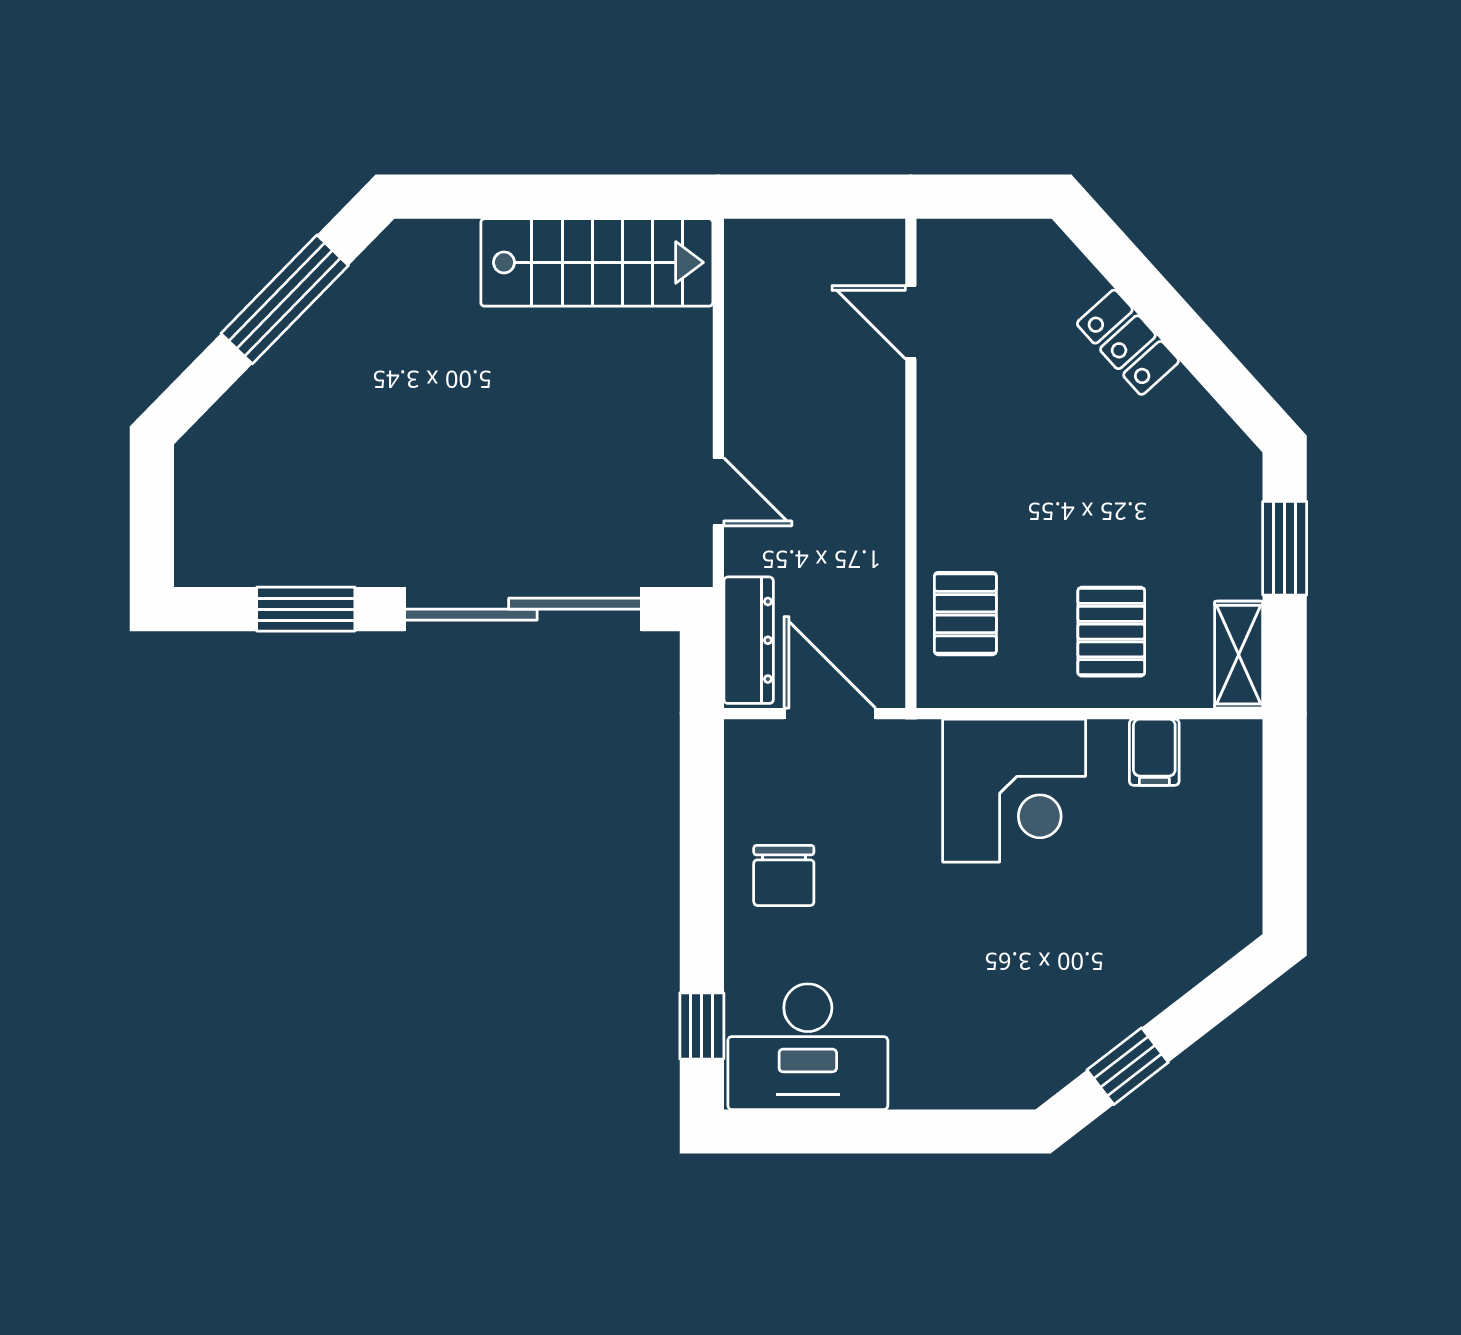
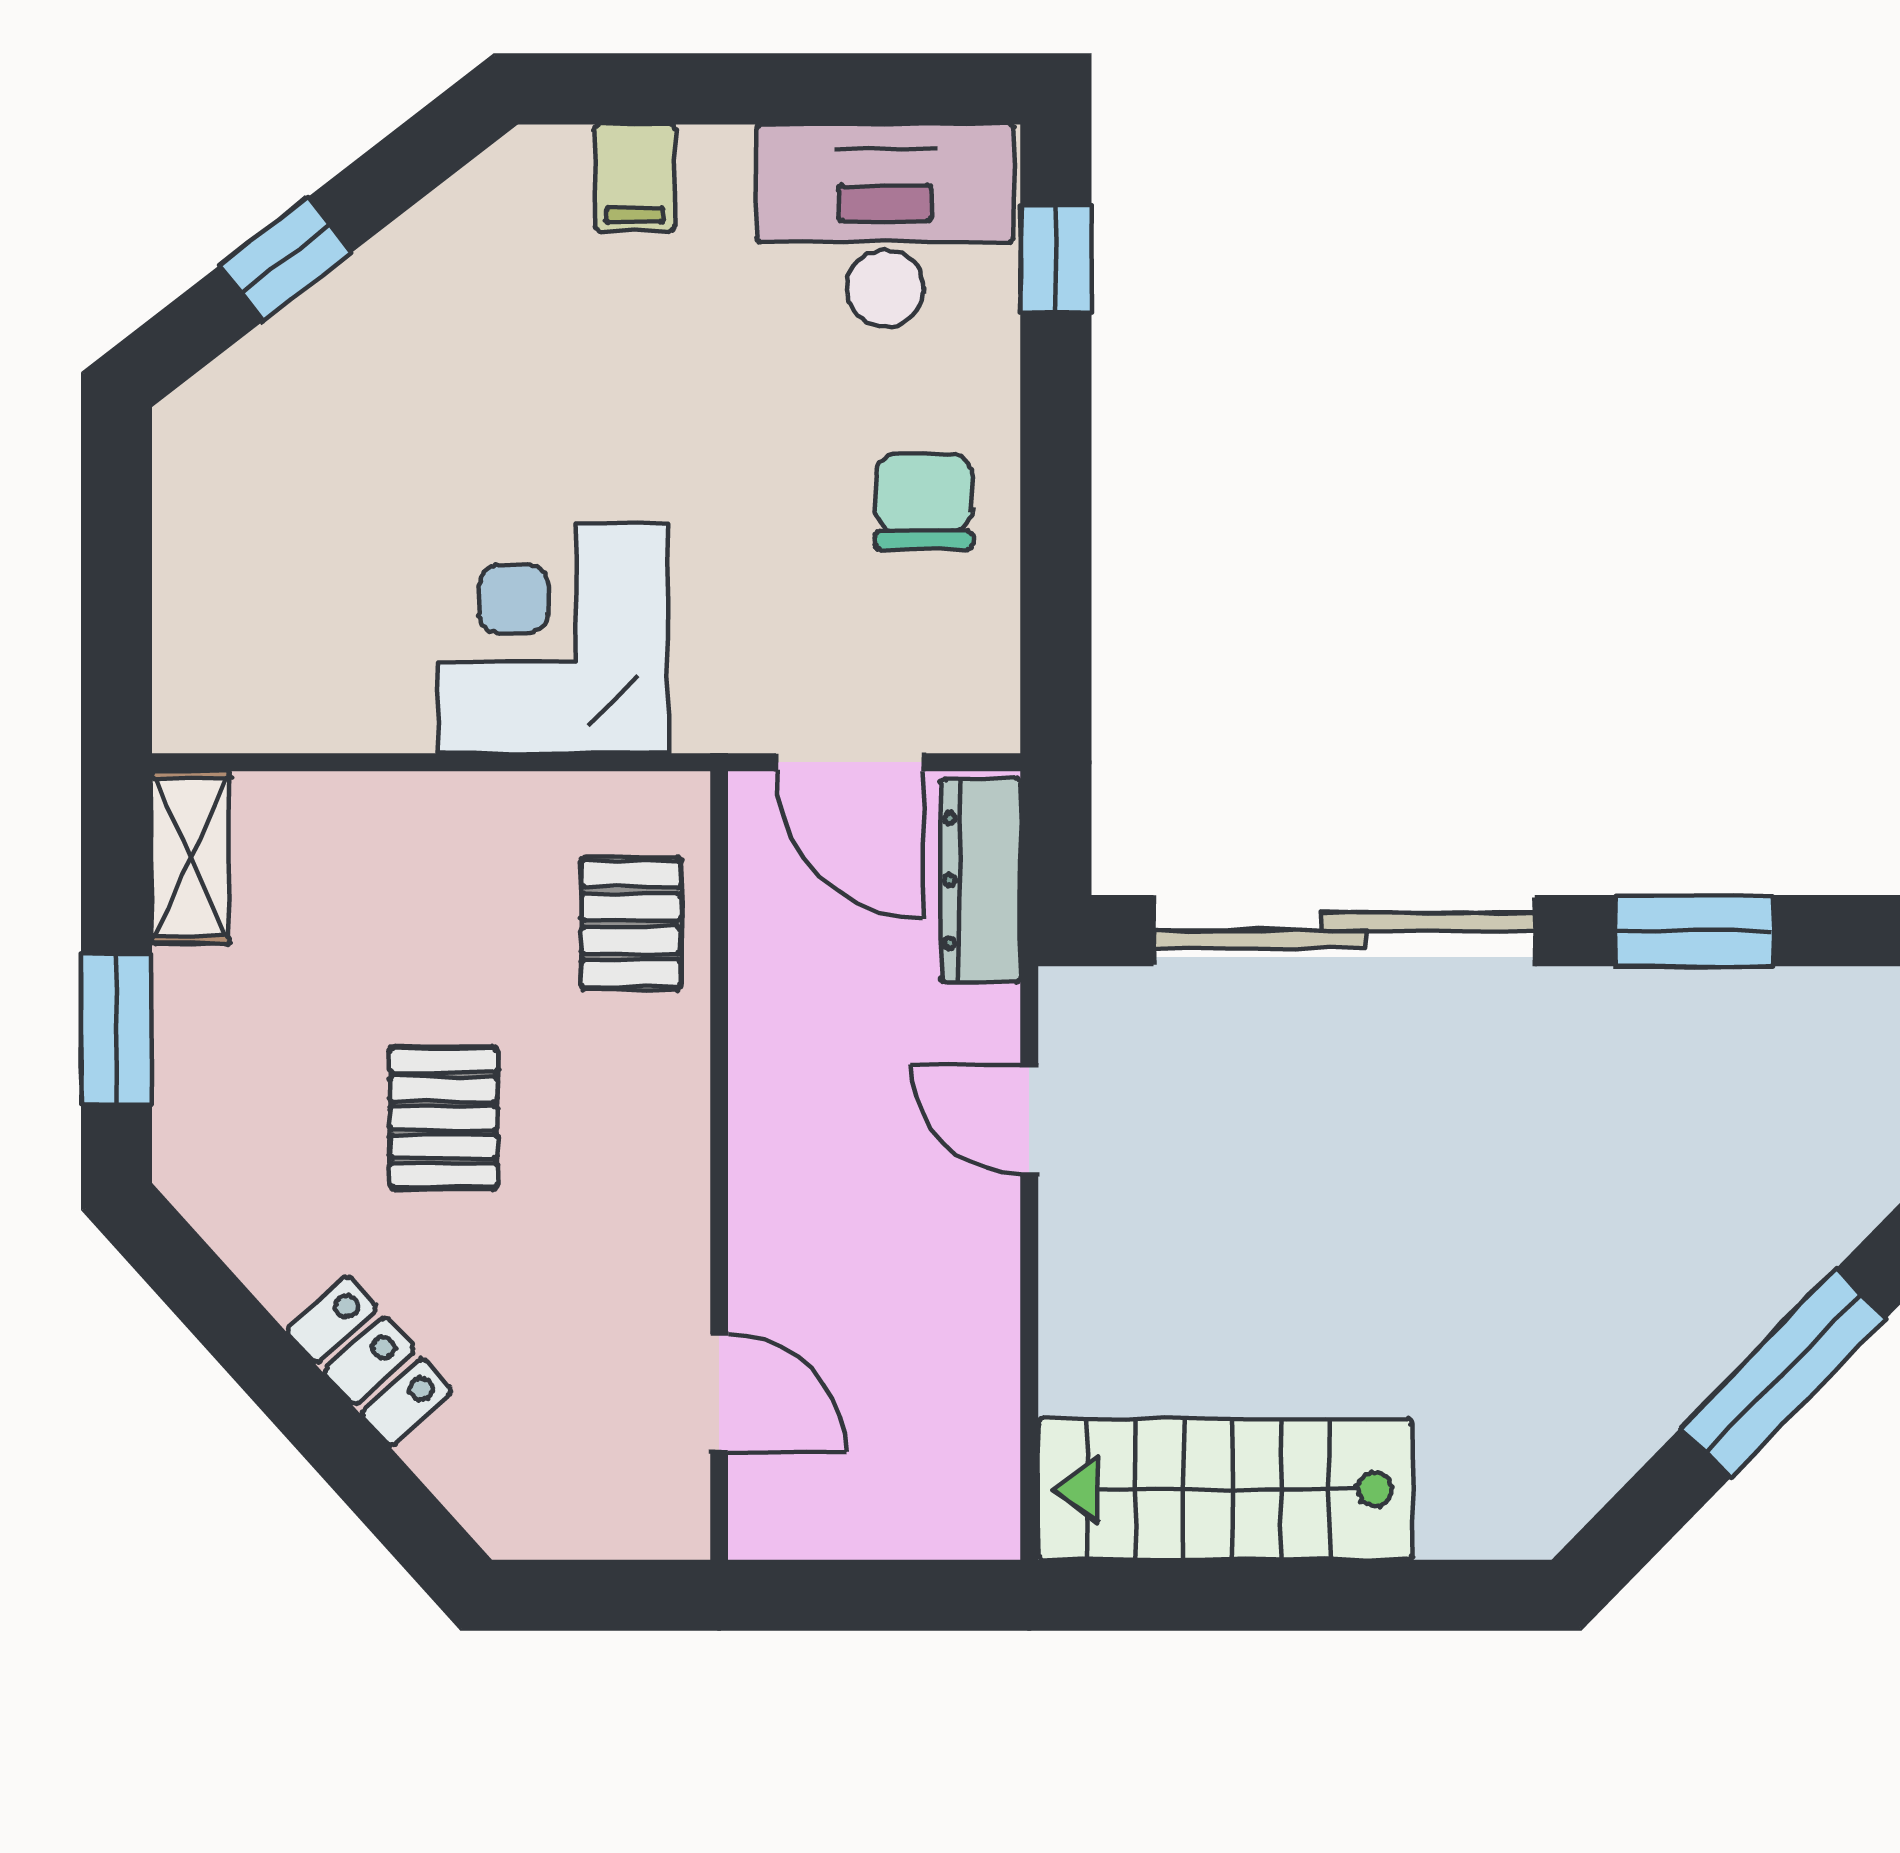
window: (285, 299) -> (1783, 1374), moved
pallet: (1111, 632) -> (443, 1118), moved
filing cabinet: (1154, 752) -> (635, 178), moved, turned 180
window: (1128, 1066) -> (286, 259), moved

